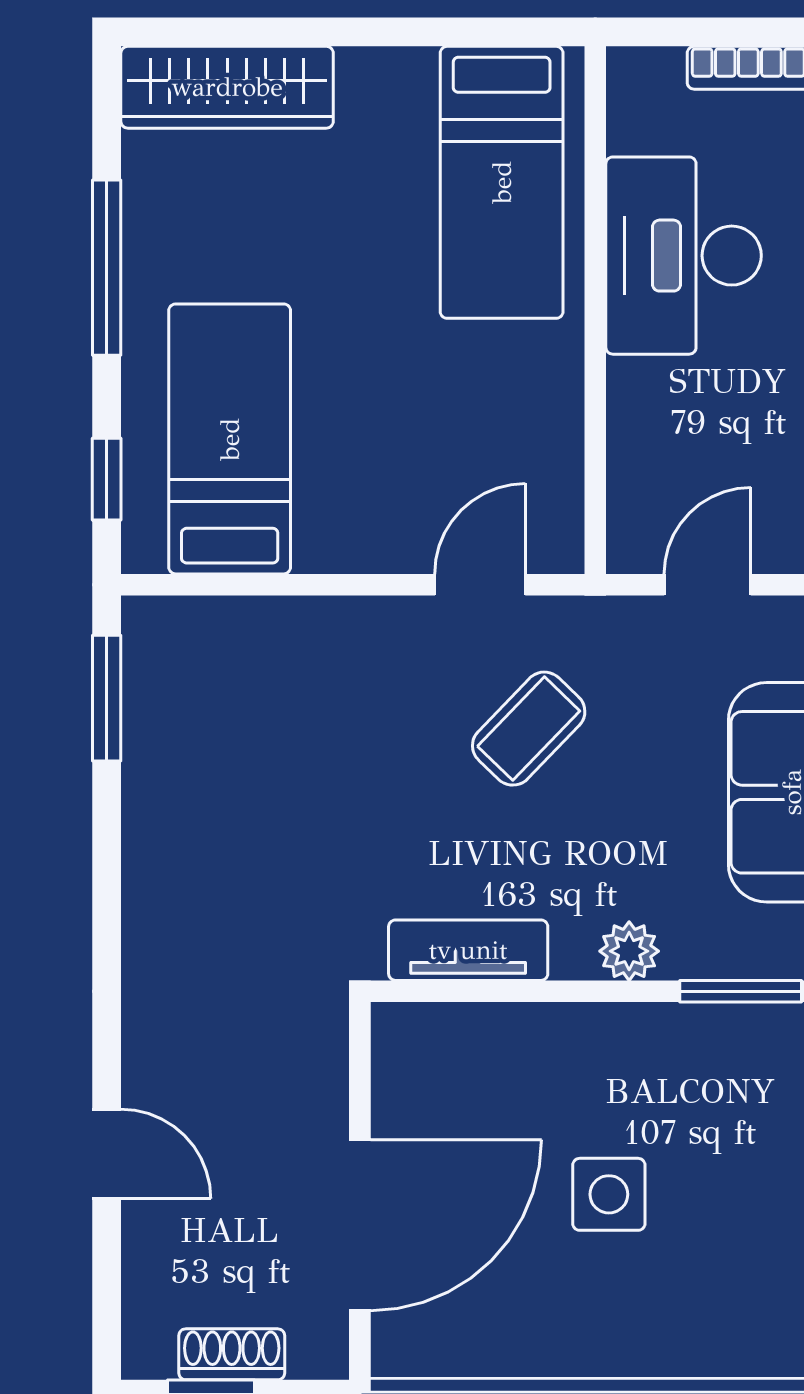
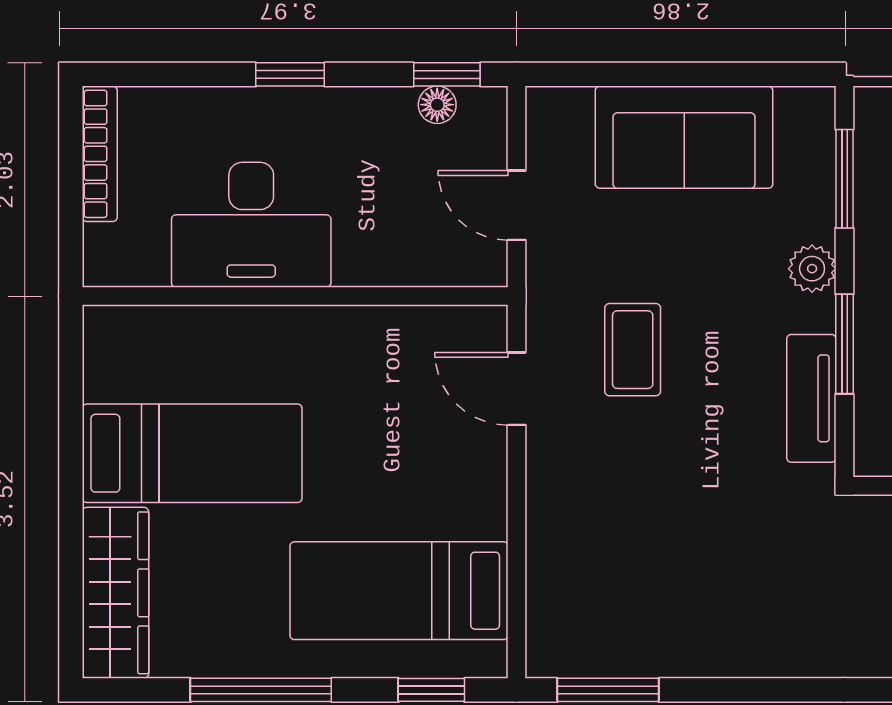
bed: (502, 182) -> (192, 453), moved
coffee table: (529, 729) -> (633, 350), turned 46
window: (536, 991) -> (844, 344), added

